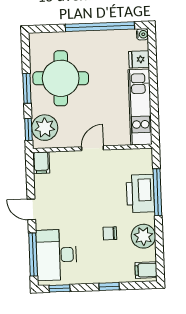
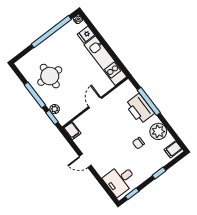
round table: (61, 78) -> (50, 76), width x0.73, depth x0.73
window: (27, 88) -> (35, 95), width x1.44
plant: (45, 128) -> (55, 109), width x0.53, depth x0.53
window: (33, 254) -> (104, 185), removed
desk: (56, 255) -> (120, 180), width x0.73

